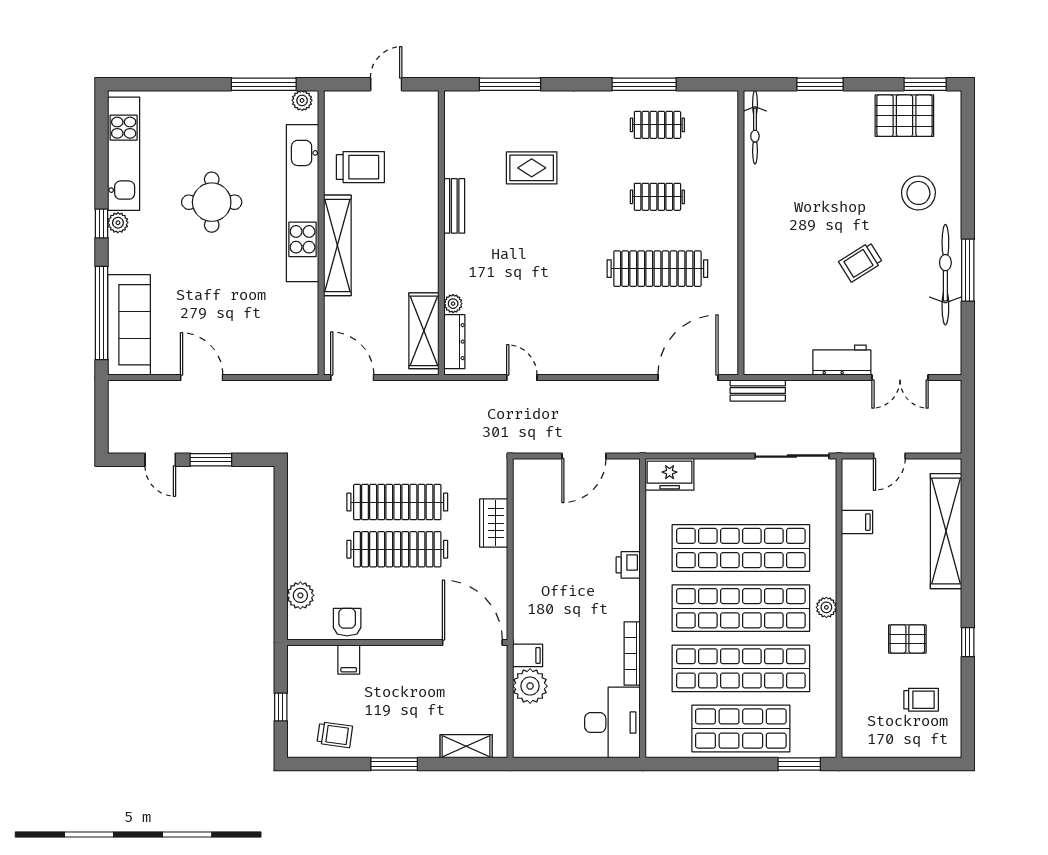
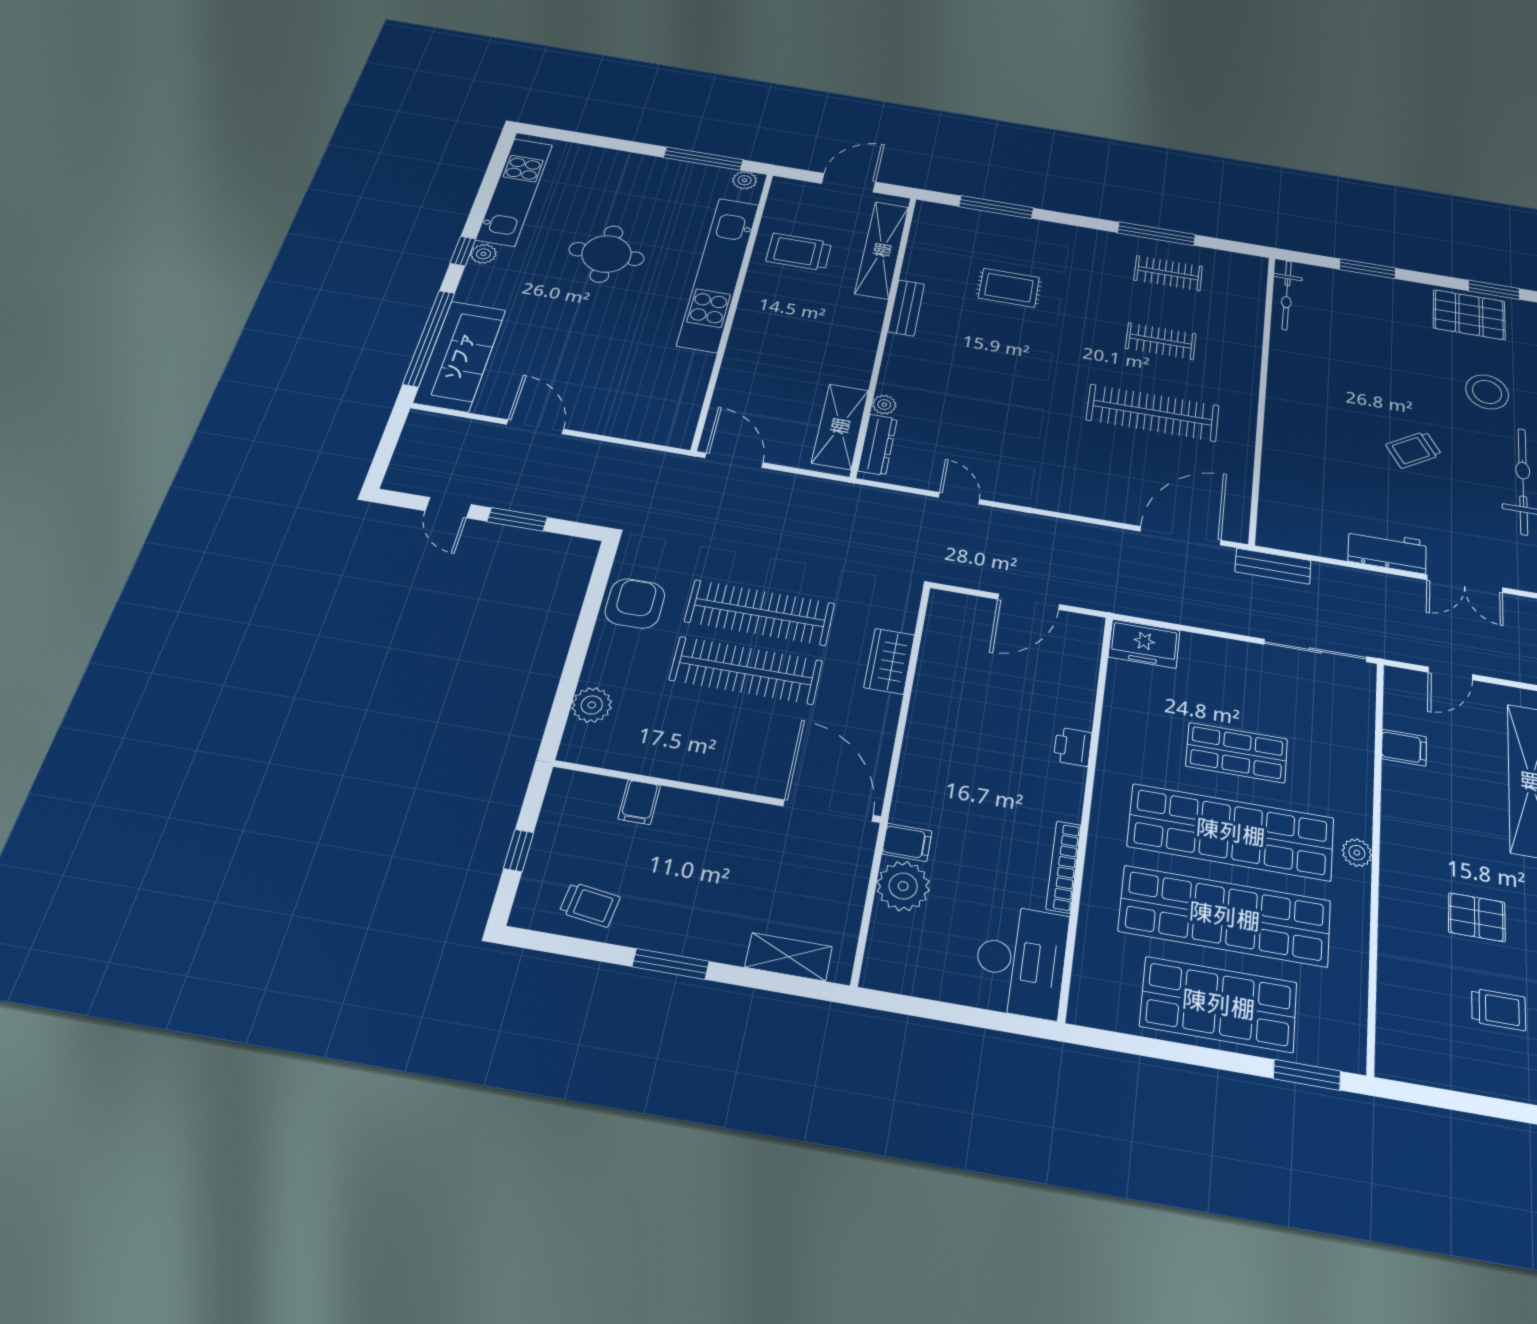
door: (386, 84) -> (849, 183), width x1.38
trolley: (360, 167) -> (799, 252), turned 180
shelving: (337, 245) -> (882, 250), moved
shop shelf: (741, 548) -> (1237, 753), width x0.50, depth x0.74
armchair: (347, 622) -> (635, 603), moved, width x1.38, depth x1.38

